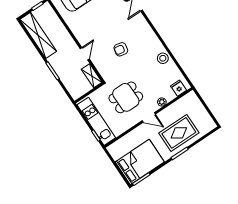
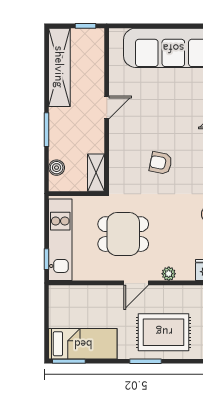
door: (85, 54) -> (107, 108), moved
boiler: (70, 86) -> (57, 168), added
door: (149, 117) -> (136, 283), hinge flipped
bed: (140, 162) -> (83, 344), width x0.67

